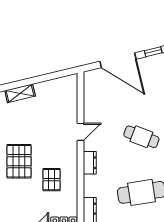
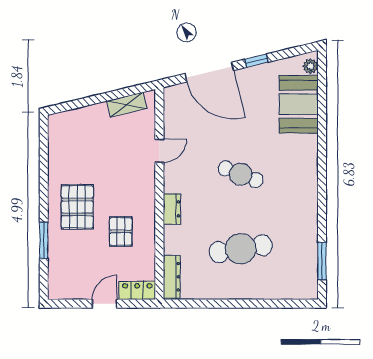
shelving: (20, 93) -> (127, 105), moved
door: (81, 132) -> (159, 151), moved

